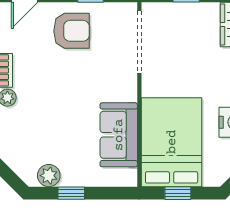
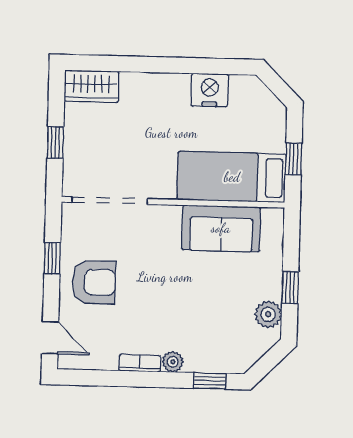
armchair: (72, 31) -> (94, 282), turned 90
bed: (172, 142) -> (232, 177), width x0.67

